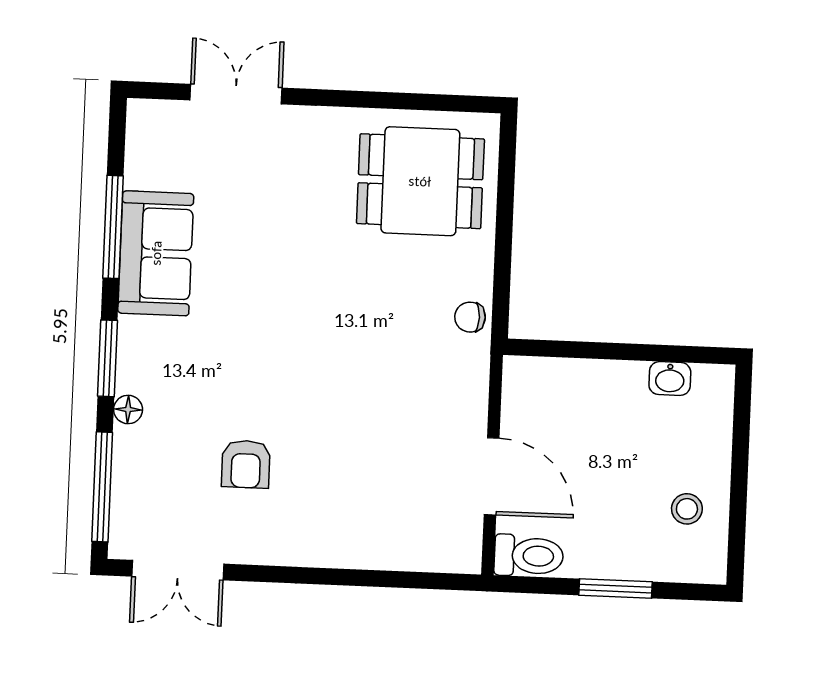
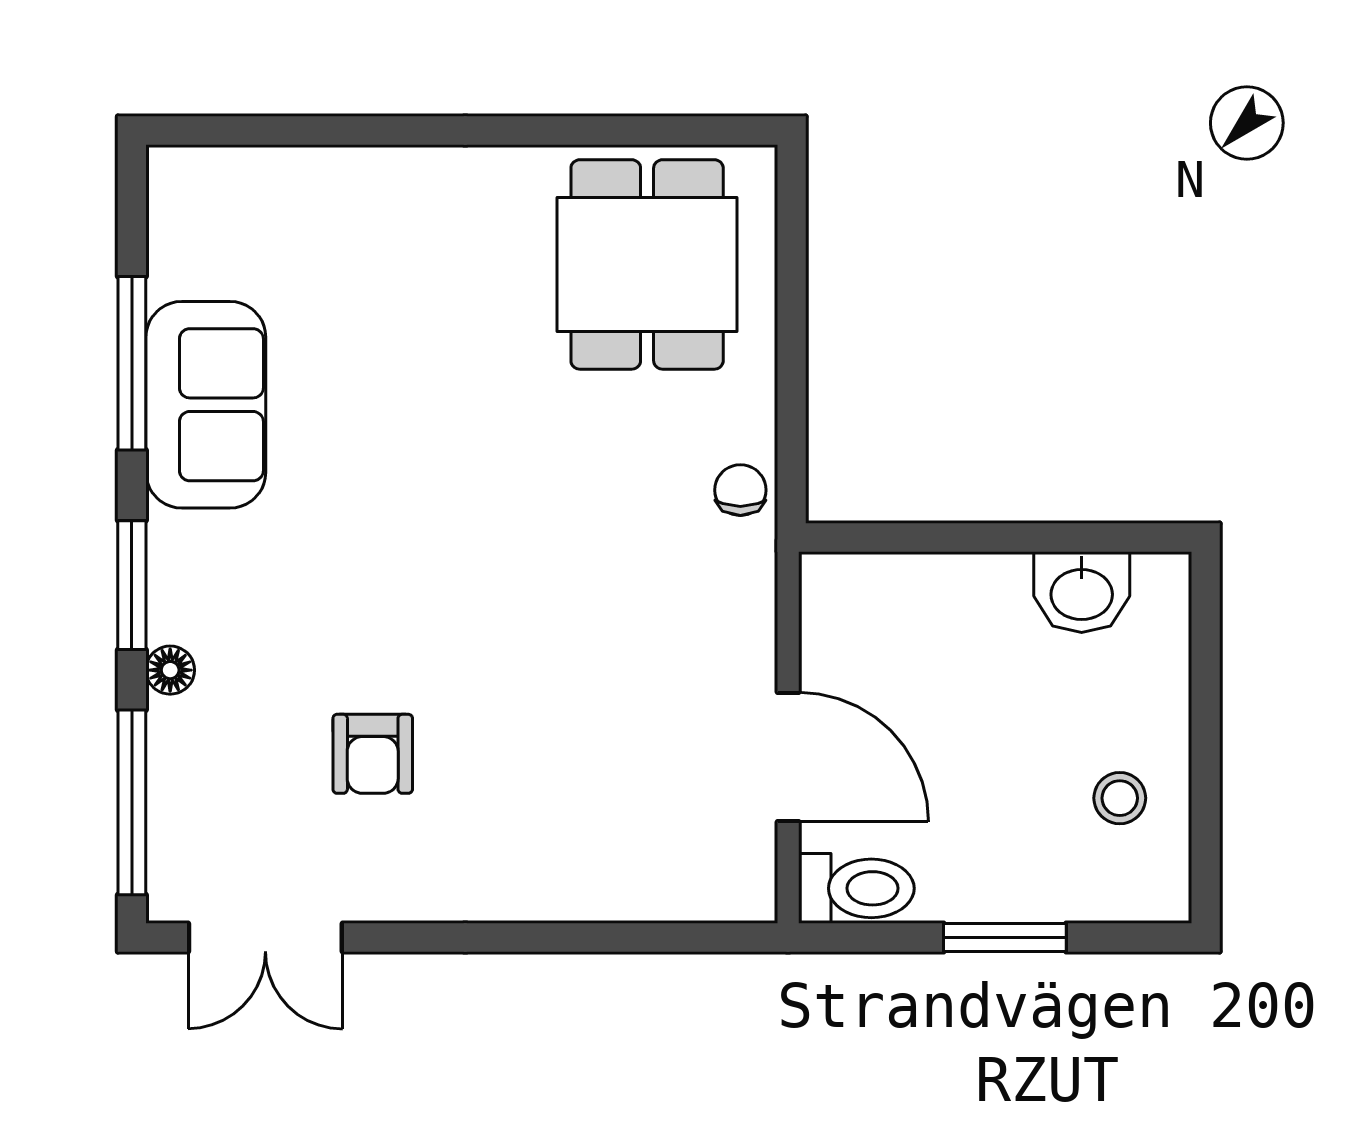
double door: (236, 94) -> (330, 130), removed
dining table: (420, 181) -> (647, 264), turned 90
chair: (470, 317) -> (740, 490), turned 90
washbasin: (670, 379) -> (1082, 592), width x1.38, depth x1.45

